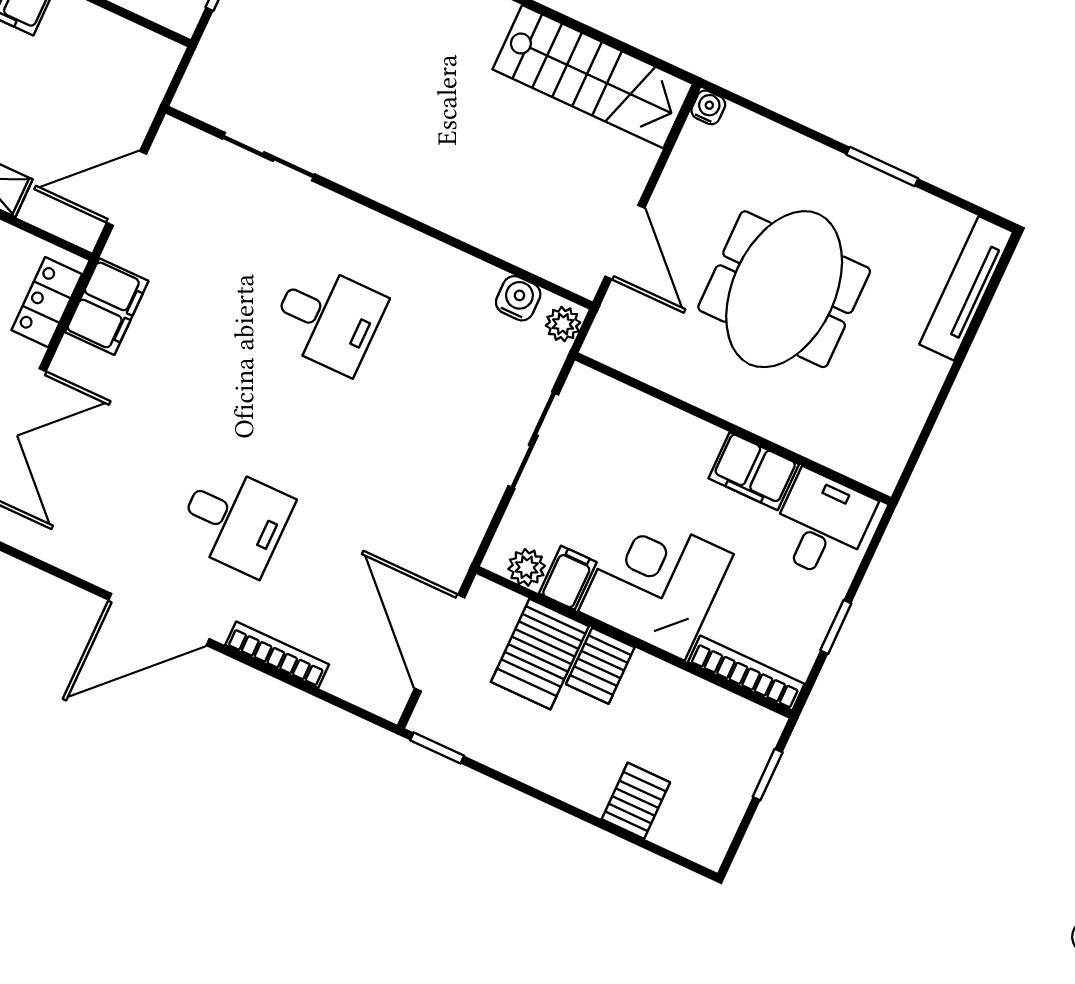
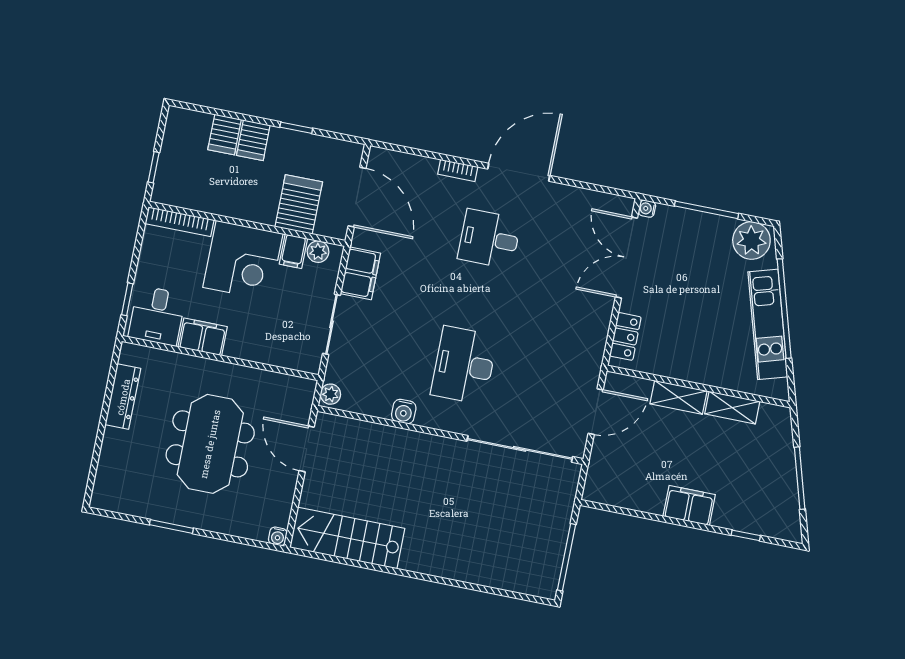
sliding door: (269, 157) -> (520, 449), width x1.86
tv unit: (966, 288) -> (107, 469), removed
water cooler: (518, 298) -> (404, 412), moved
filing cabinet: (107, 307) -> (360, 273), moved, turned 180
desk: (328, 319) -> (464, 365), width x1.37
dresser: (911, 403) -> (123, 397), added
window: (836, 627) -> (127, 299), moved
bookcase: (277, 655) -> (458, 170), width x0.64
server rack: (600, 666) -> (253, 140), moved, turned 180
window: (437, 748) -> (296, 128), moved

